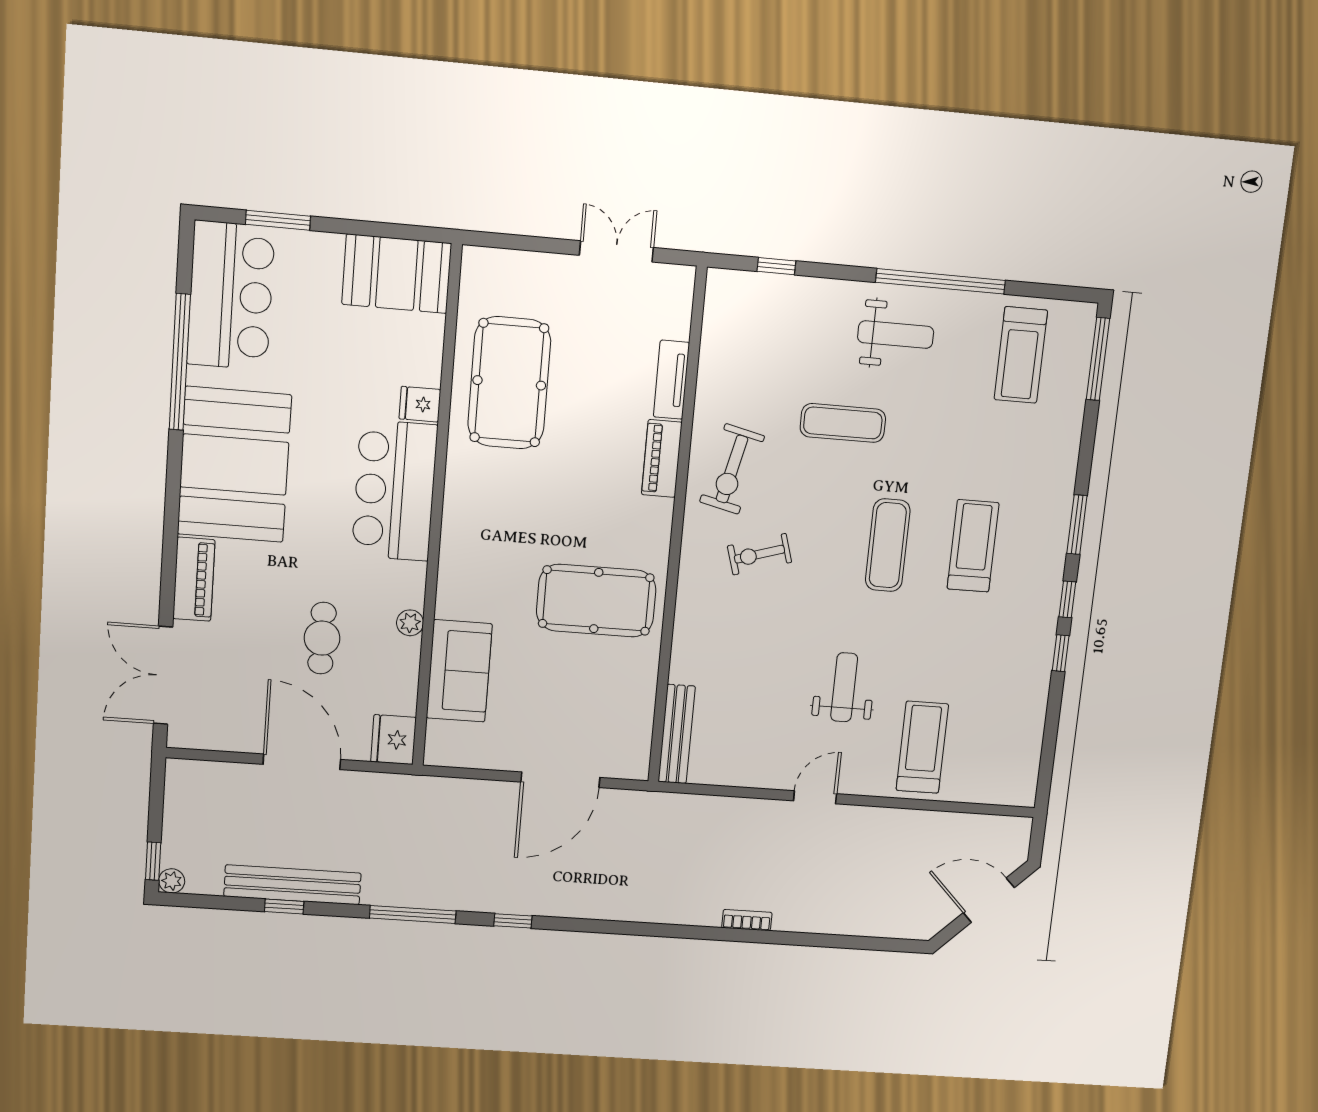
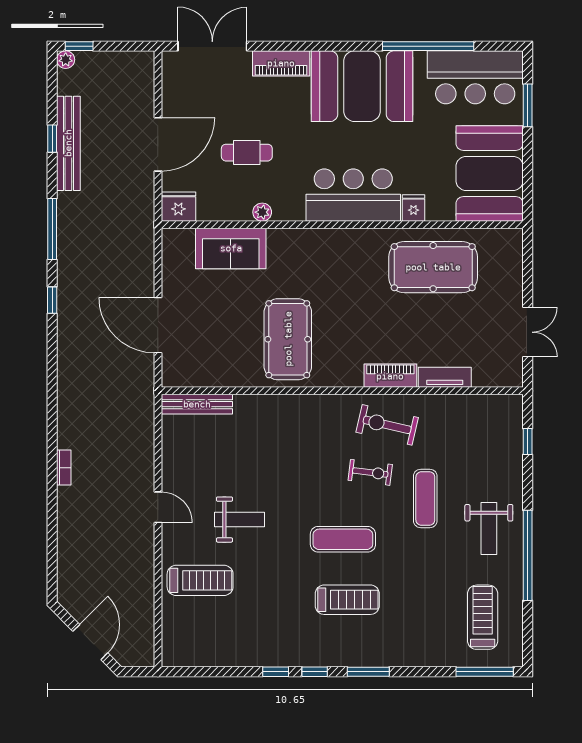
booth: (397, 274) -> (490, 173), width x1.36, depth x1.42
treadmill: (1021, 355) -> (483, 617), turned 90
exercise bike: (759, 554) -> (370, 472), moved, turned 114

